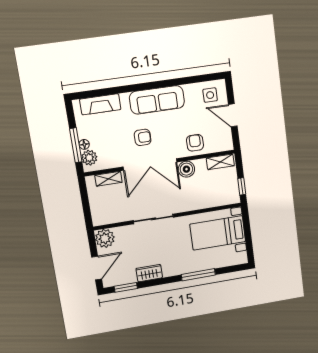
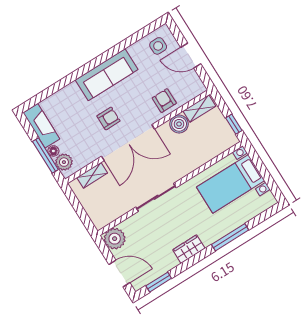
fireplace: (100, 104) -> (41, 126), moved, turned -90
boiler: (186, 169) -> (179, 124), moved
door: (97, 268) -> (119, 274), hinge flipped
wardrobe: (149, 273) -> (189, 249), moved

